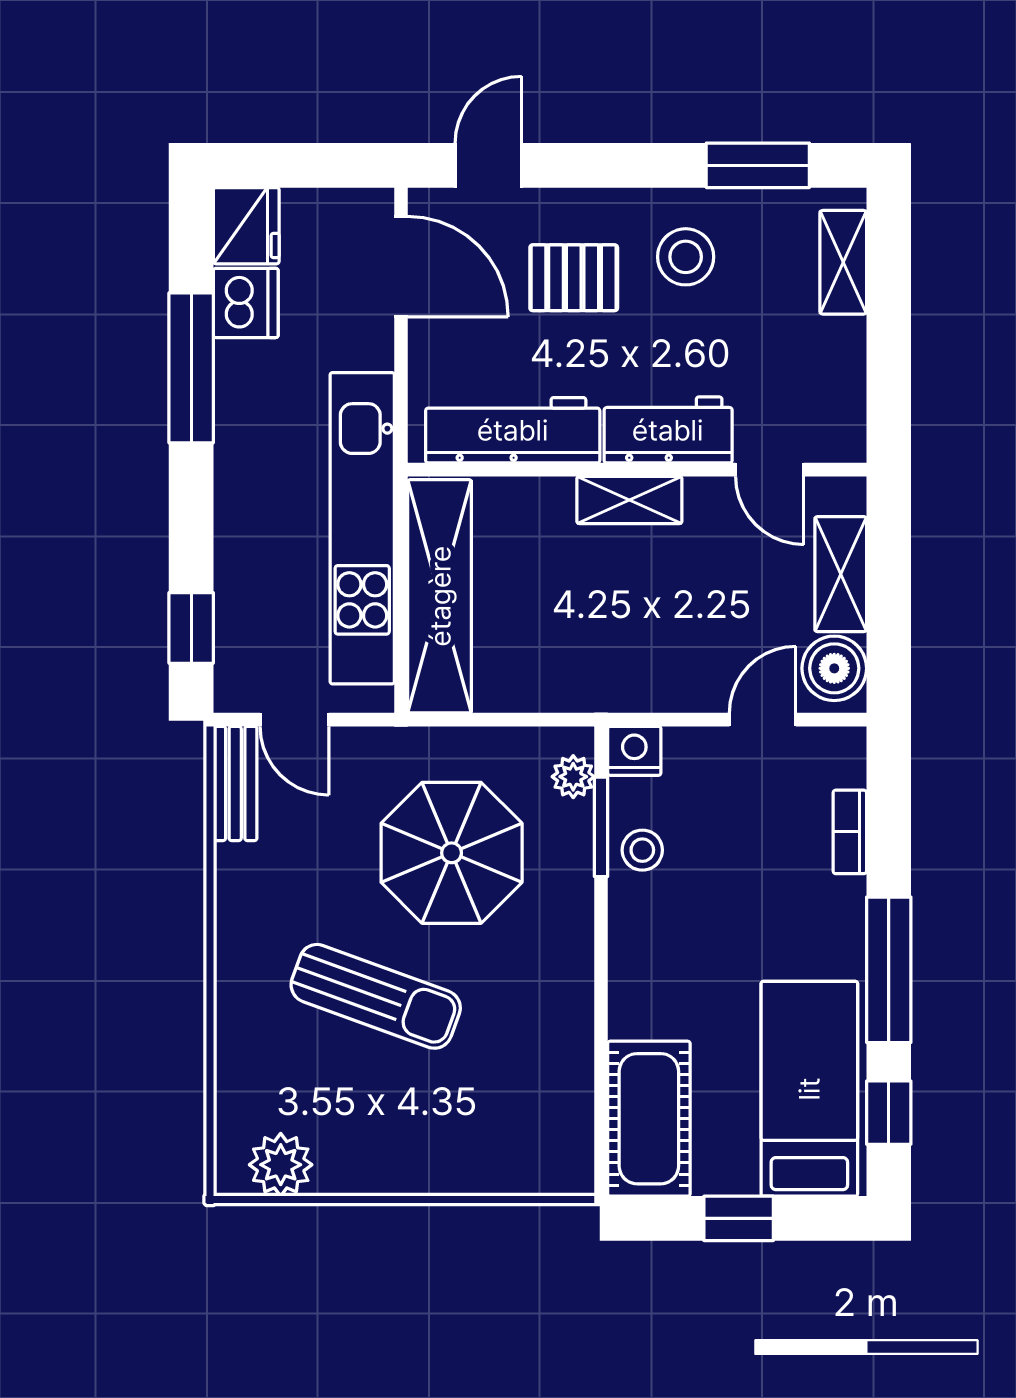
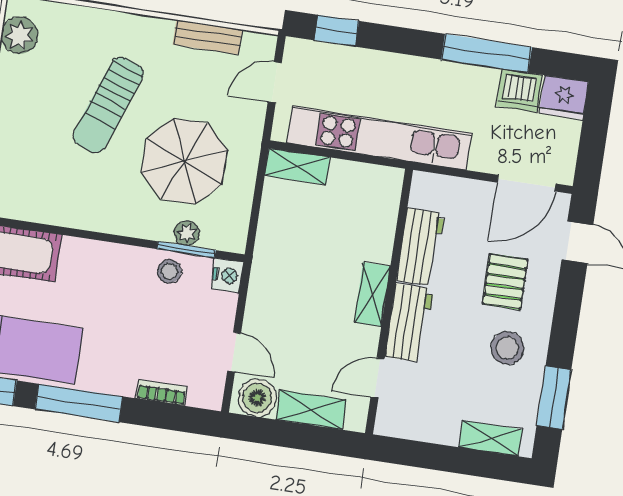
workbench: (513, 430) -> (420, 247), width x0.73
shelving: (440, 596) -> (297, 166), width x0.45, depth x0.75
plant: (573, 777) -> (187, 233), moved
bench: (235, 783) -> (208, 37), moved

